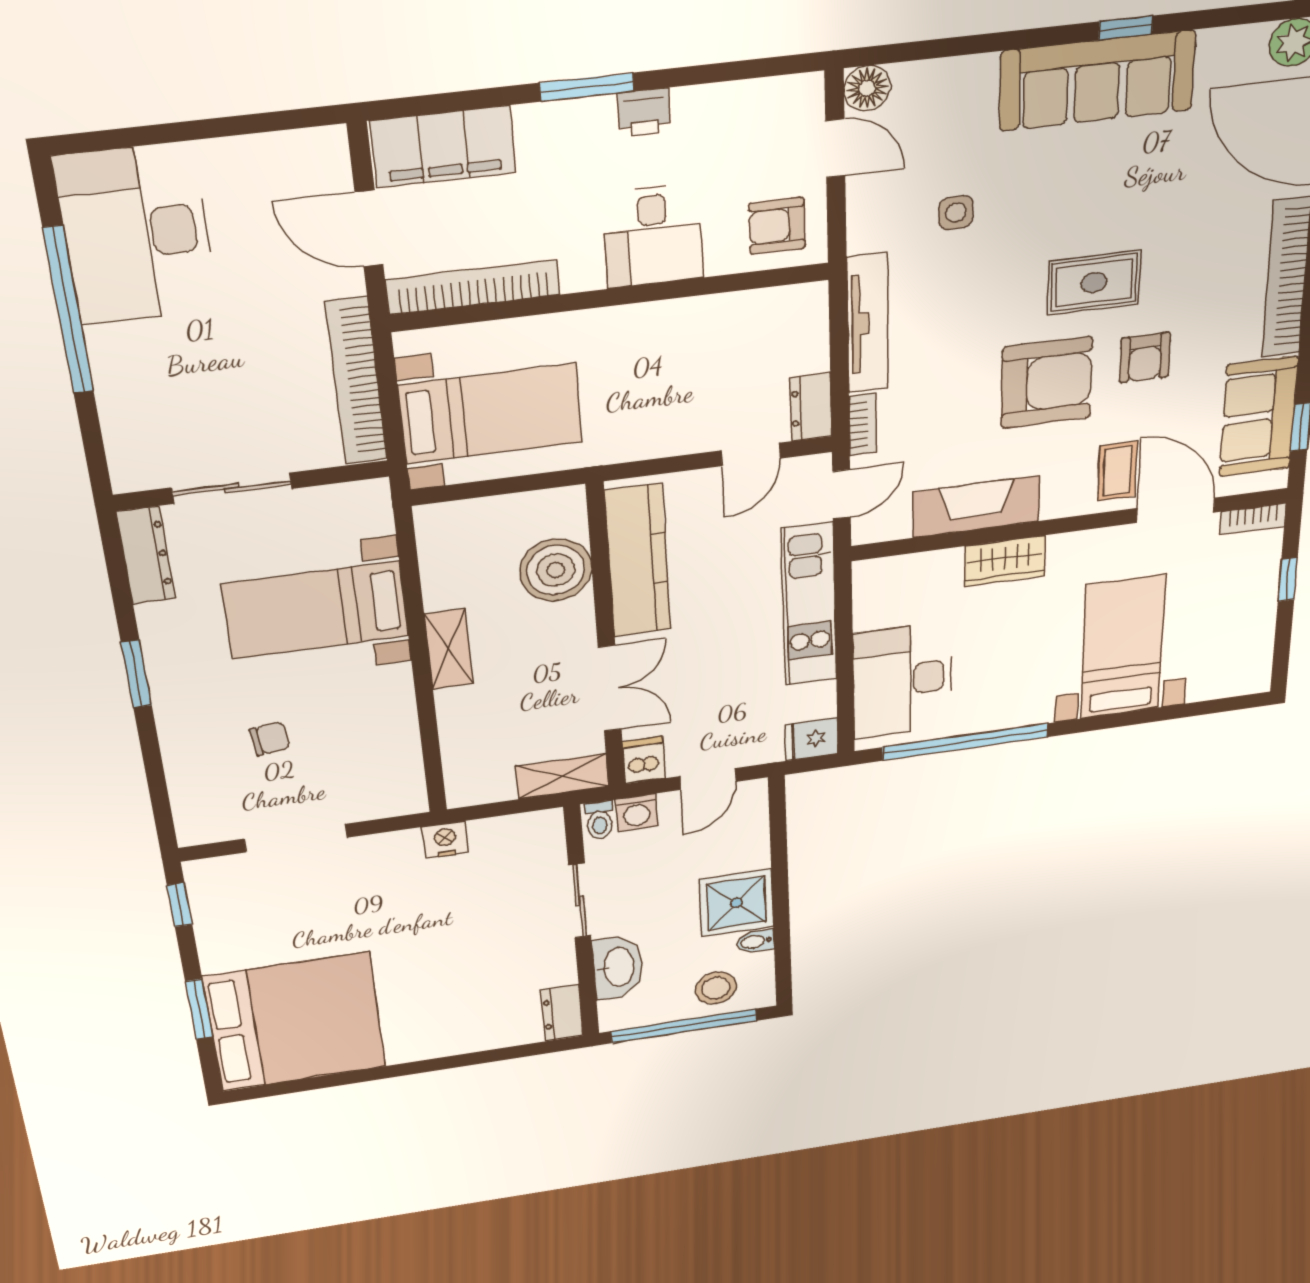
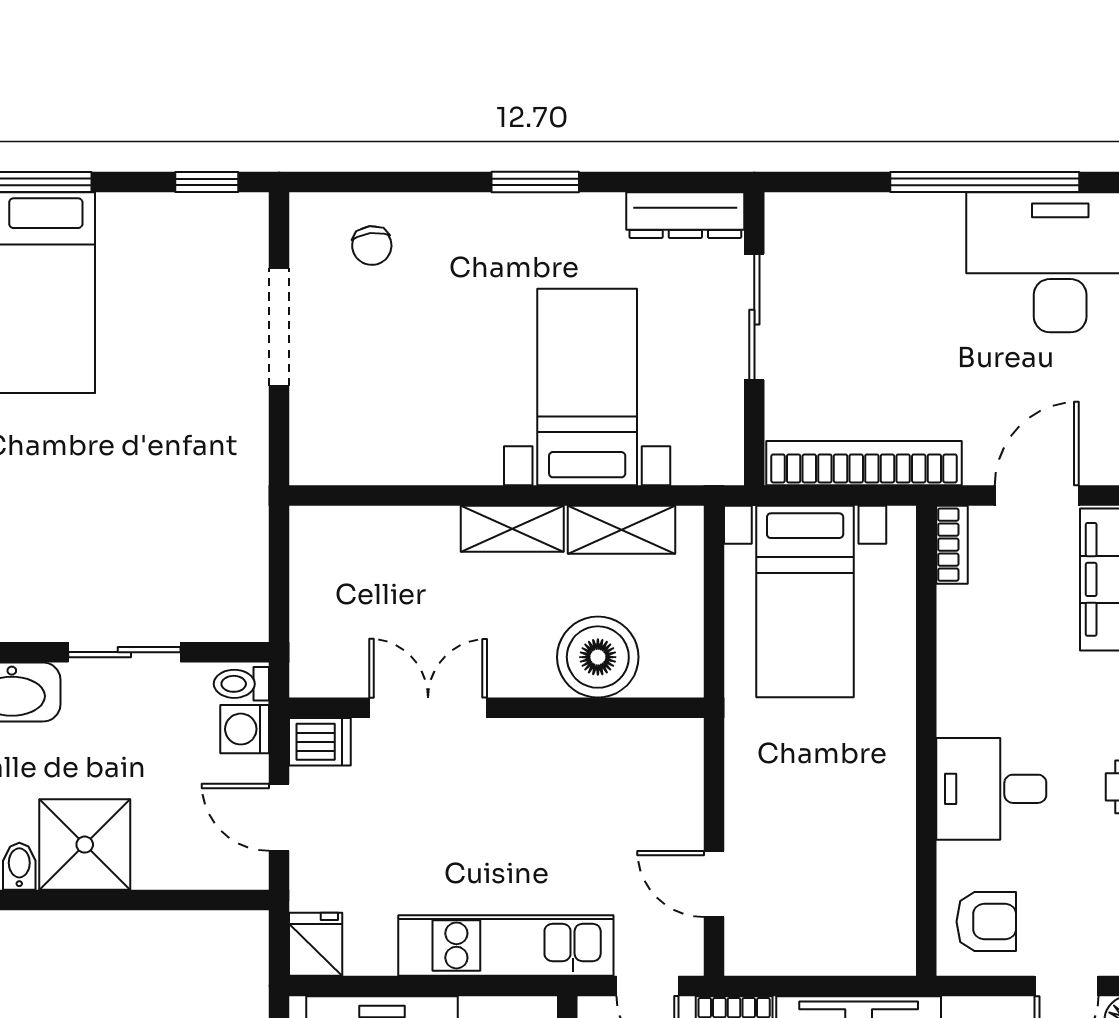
armchair: (777, 226) -> (986, 922), turned 90
bookcase: (473, 287) -> (952, 545), width x0.43, depth x0.76
dresser: (811, 407) -> (764, 953), removed
kitchen counter: (638, 561) -> (596, 750), removed
double door: (610, 688) -> (428, 708), swing flipped
chair: (270, 739) -> (372, 246), moved
shelving: (562, 776) -> (621, 530), moved, turned 90
nightstand: (445, 840) -> (245, 499), removed

